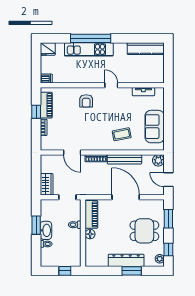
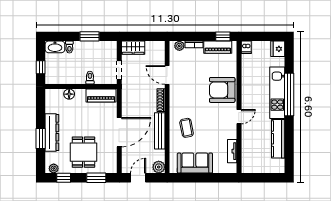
kitchen counter: (145, 49) -> (278, 139), moved
armchair: (86, 101) -> (222, 90), width x1.88, depth x1.88
window: (36, 112) -> (223, 36), moved
plant: (45, 141) -> (179, 46), added
door: (72, 152) -> (167, 75), hinge flipped
washbasin: (46, 230) -> (55, 47), moved
floor lamp: (90, 234) -> (69, 94), moved

